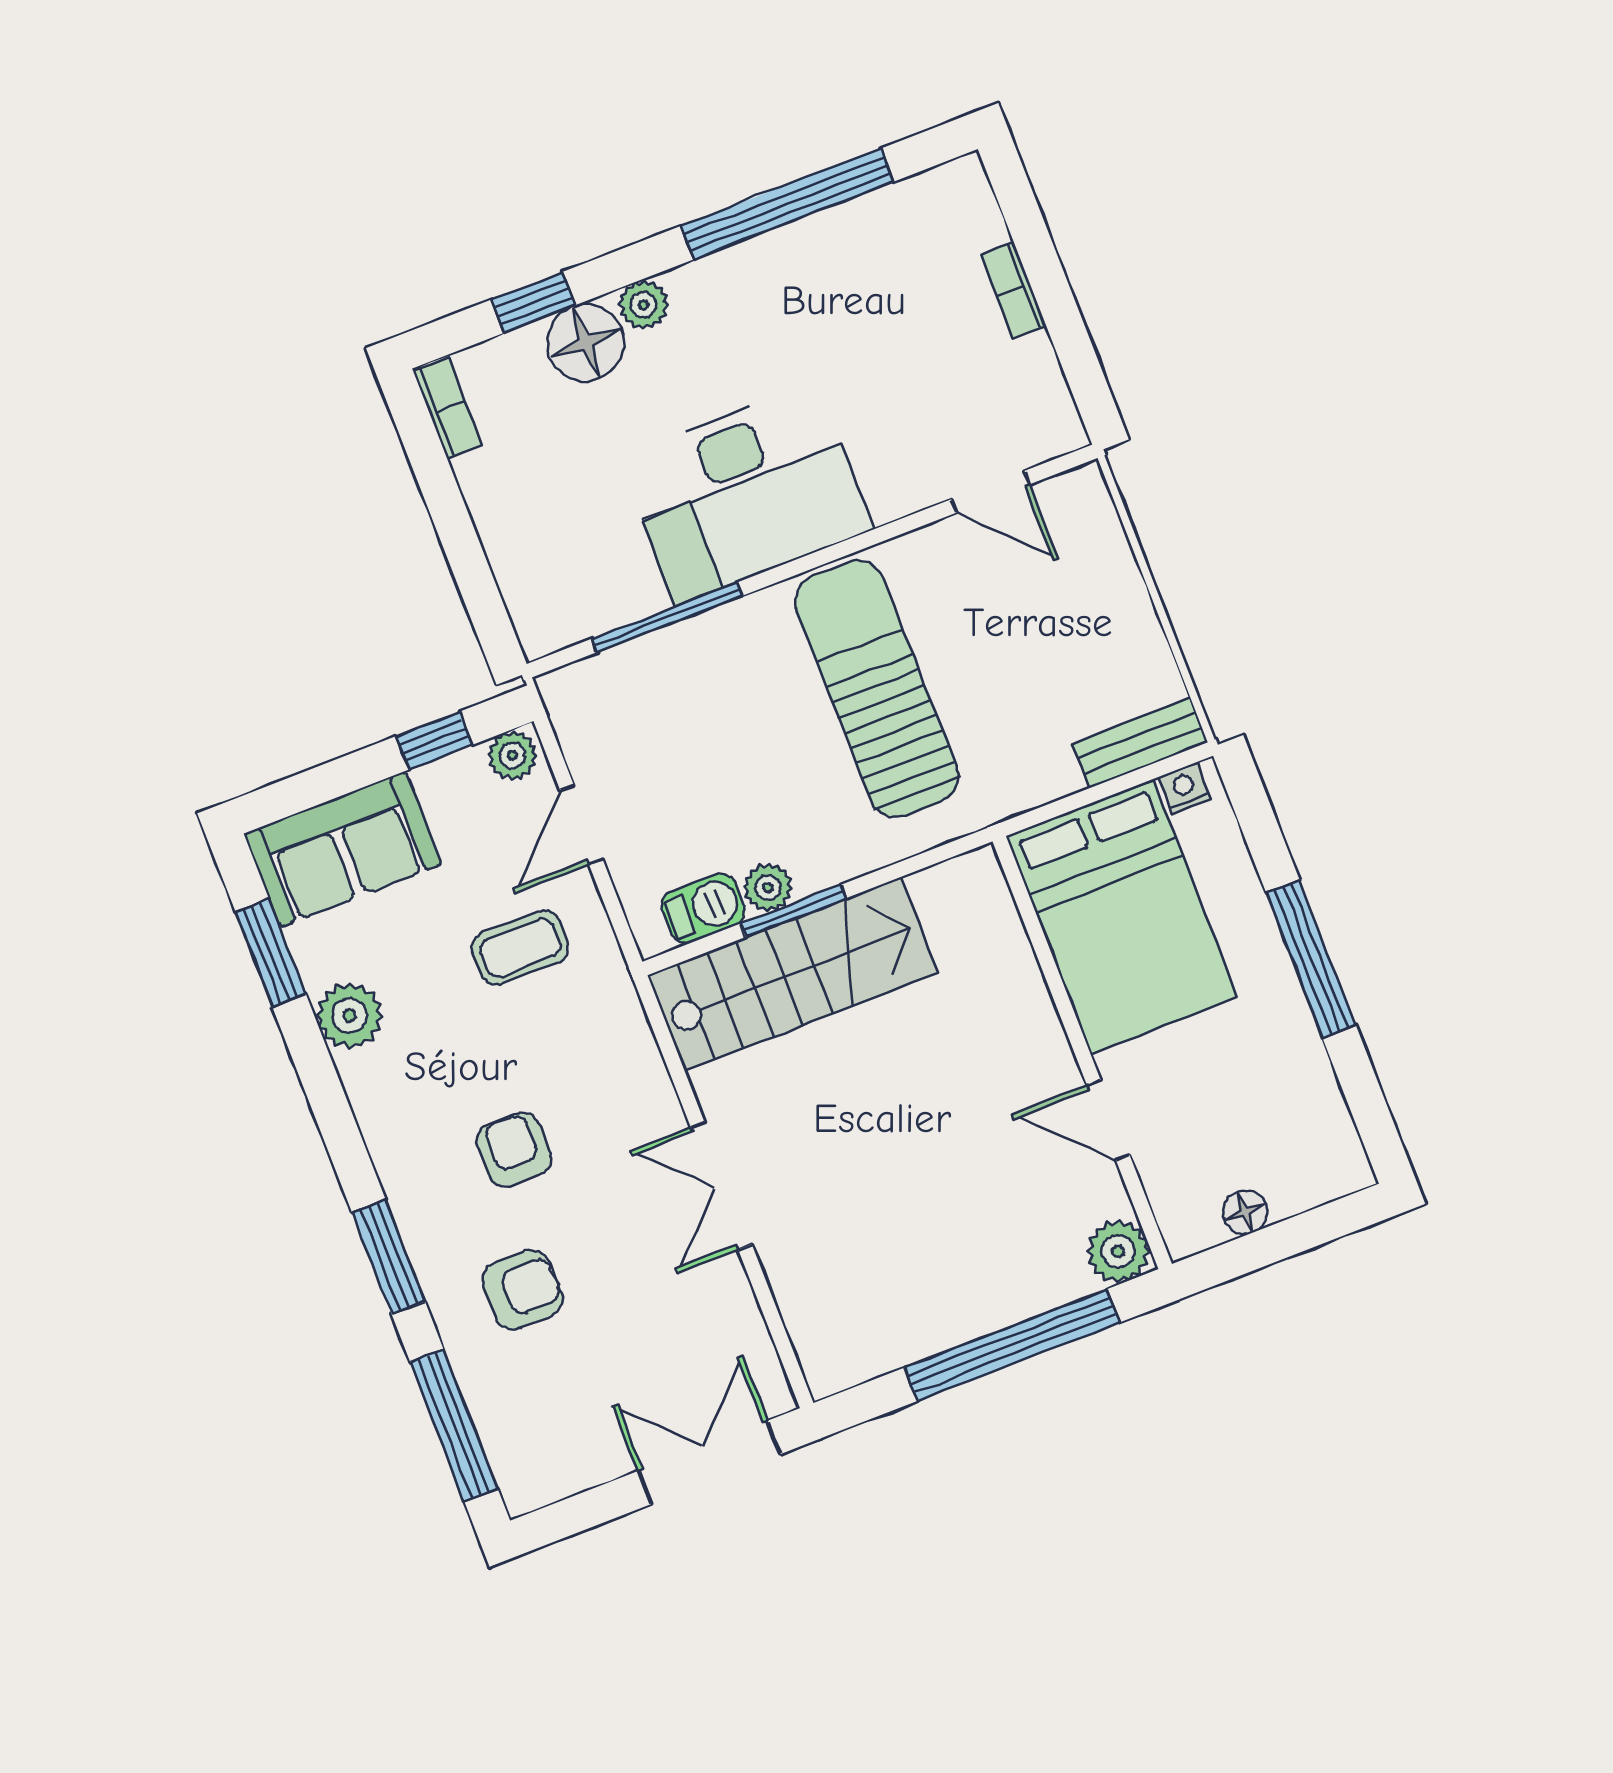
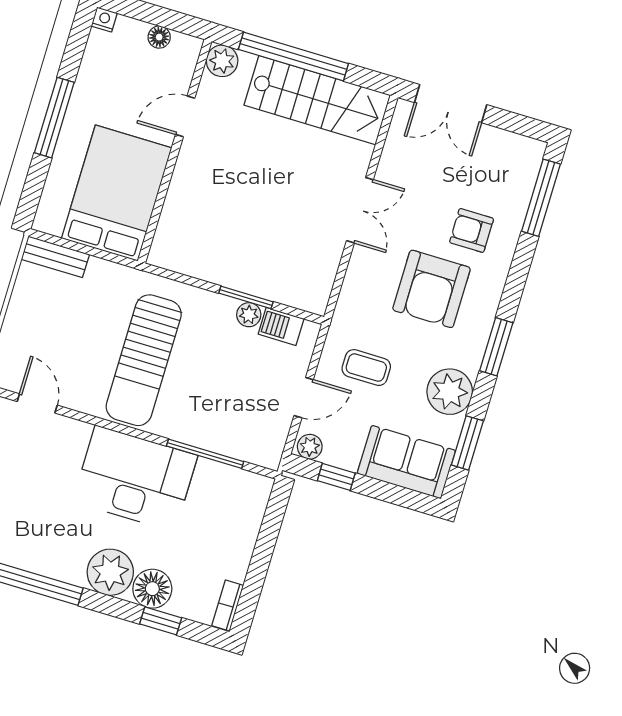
plant: (643, 305) -> (110, 572), width x1.87, depth x1.87
nightstand: (1184, 788) -> (104, 19), moved, turned 180
stairs: (793, 974) -> (317, 100), moved, turned 180
plant: (349, 1016) -> (450, 392), width x1.36, depth x1.36
door: (1108, 1120) -> (185, 116), swing flipped
armchair: (514, 1150) -> (432, 289), width x1.88, depth x1.88
window: (389, 1257) -> (496, 347), moved

